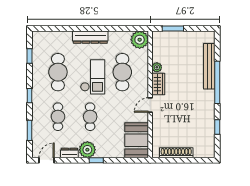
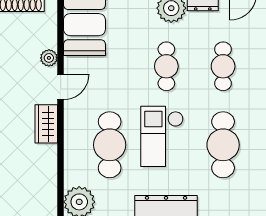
plant: (157, 67) -> (49, 58), moved

